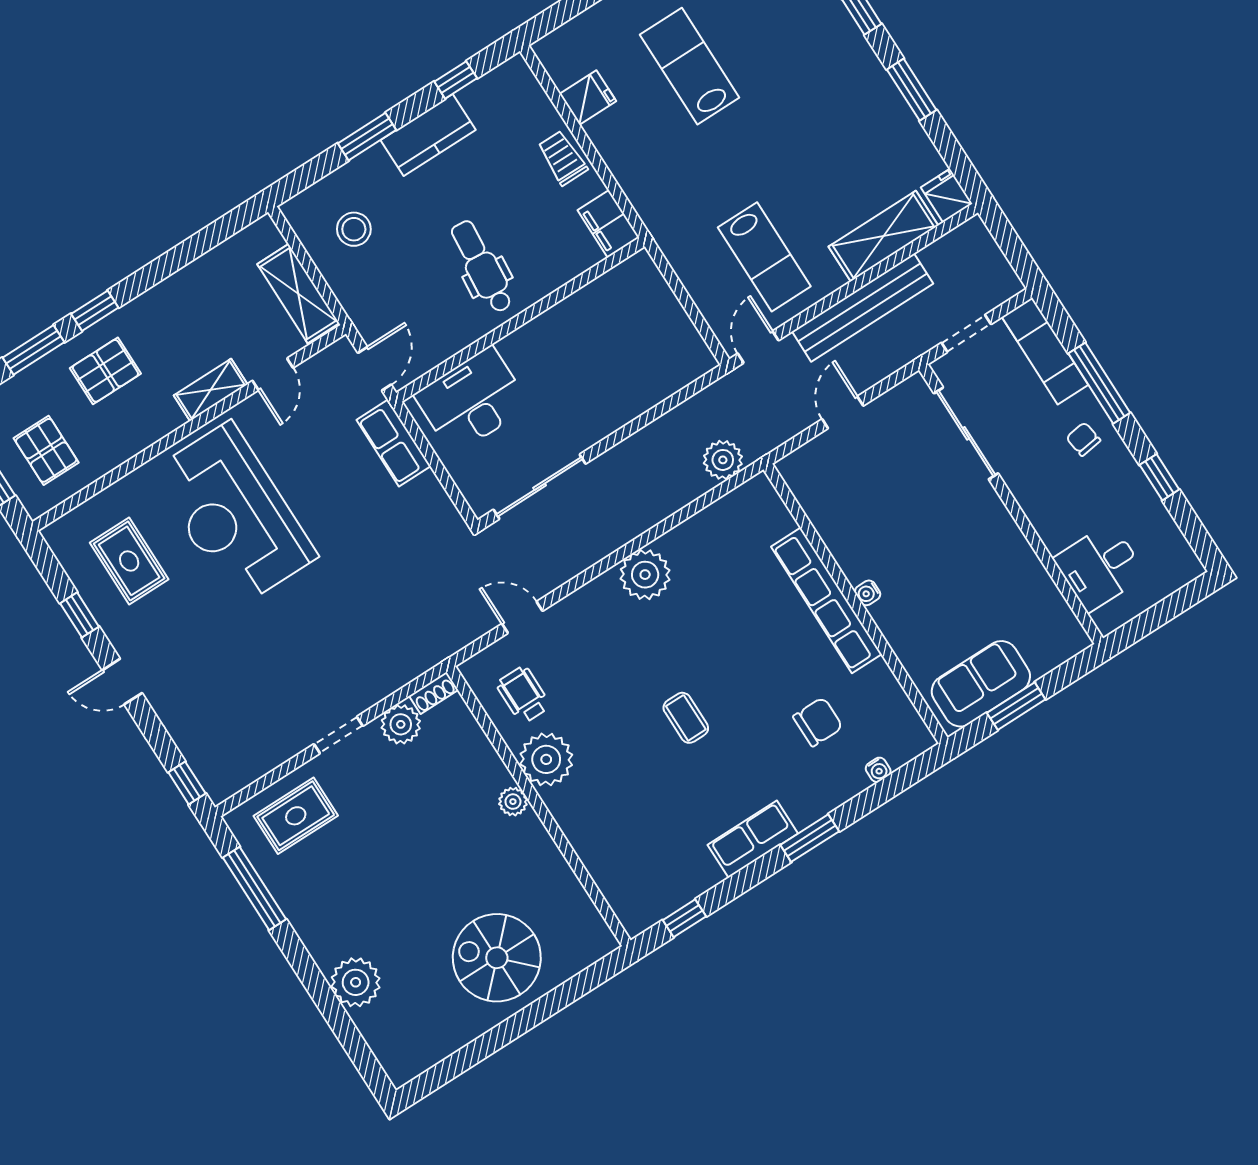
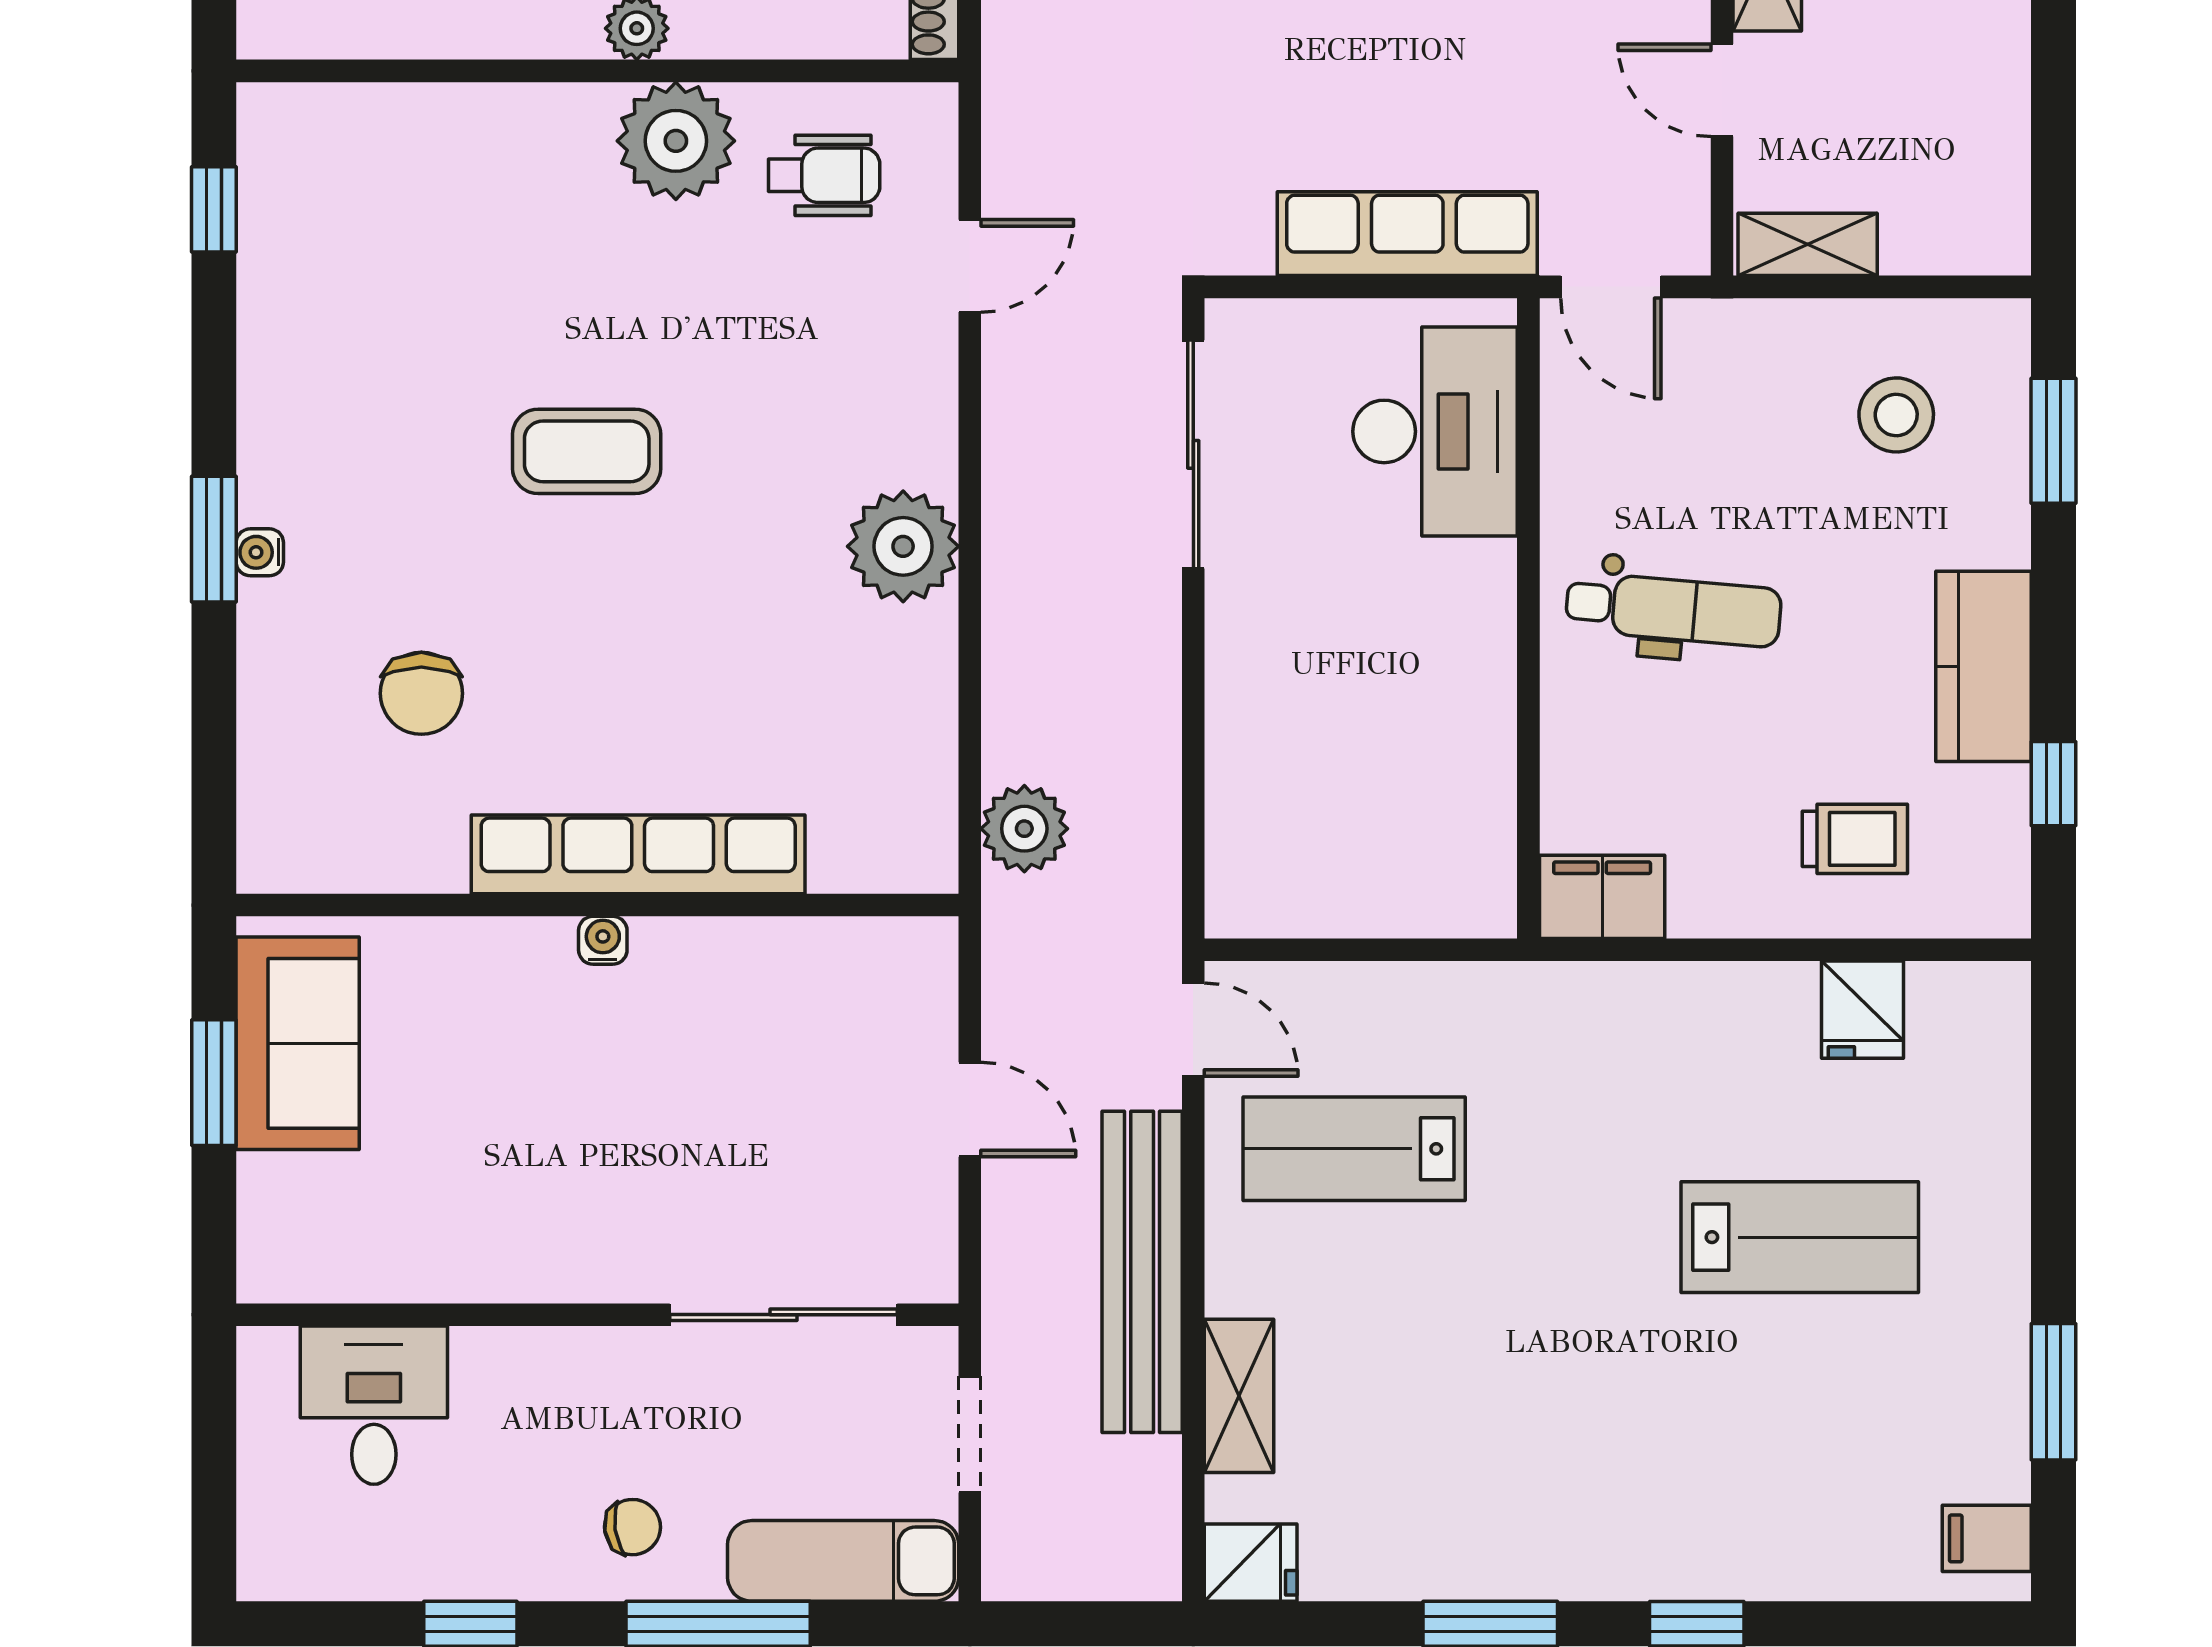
window: (367, 137) -> (2053, 441), moved
trolley: (562, 158) -> (1855, 839), moved
shelving: (883, 236) -> (1239, 1396), width x0.67, depth x0.75
shelving: (298, 294) -> (1808, 244), width x0.67, depth x0.75
row of seats: (394, 443) -> (1407, 234), width x1.48
coffee table: (686, 718) -> (587, 451), width x1.36, depth x1.30
water cooler: (878, 770) -> (260, 552), moved
row of seats: (753, 839) -> (280, 431), removed

